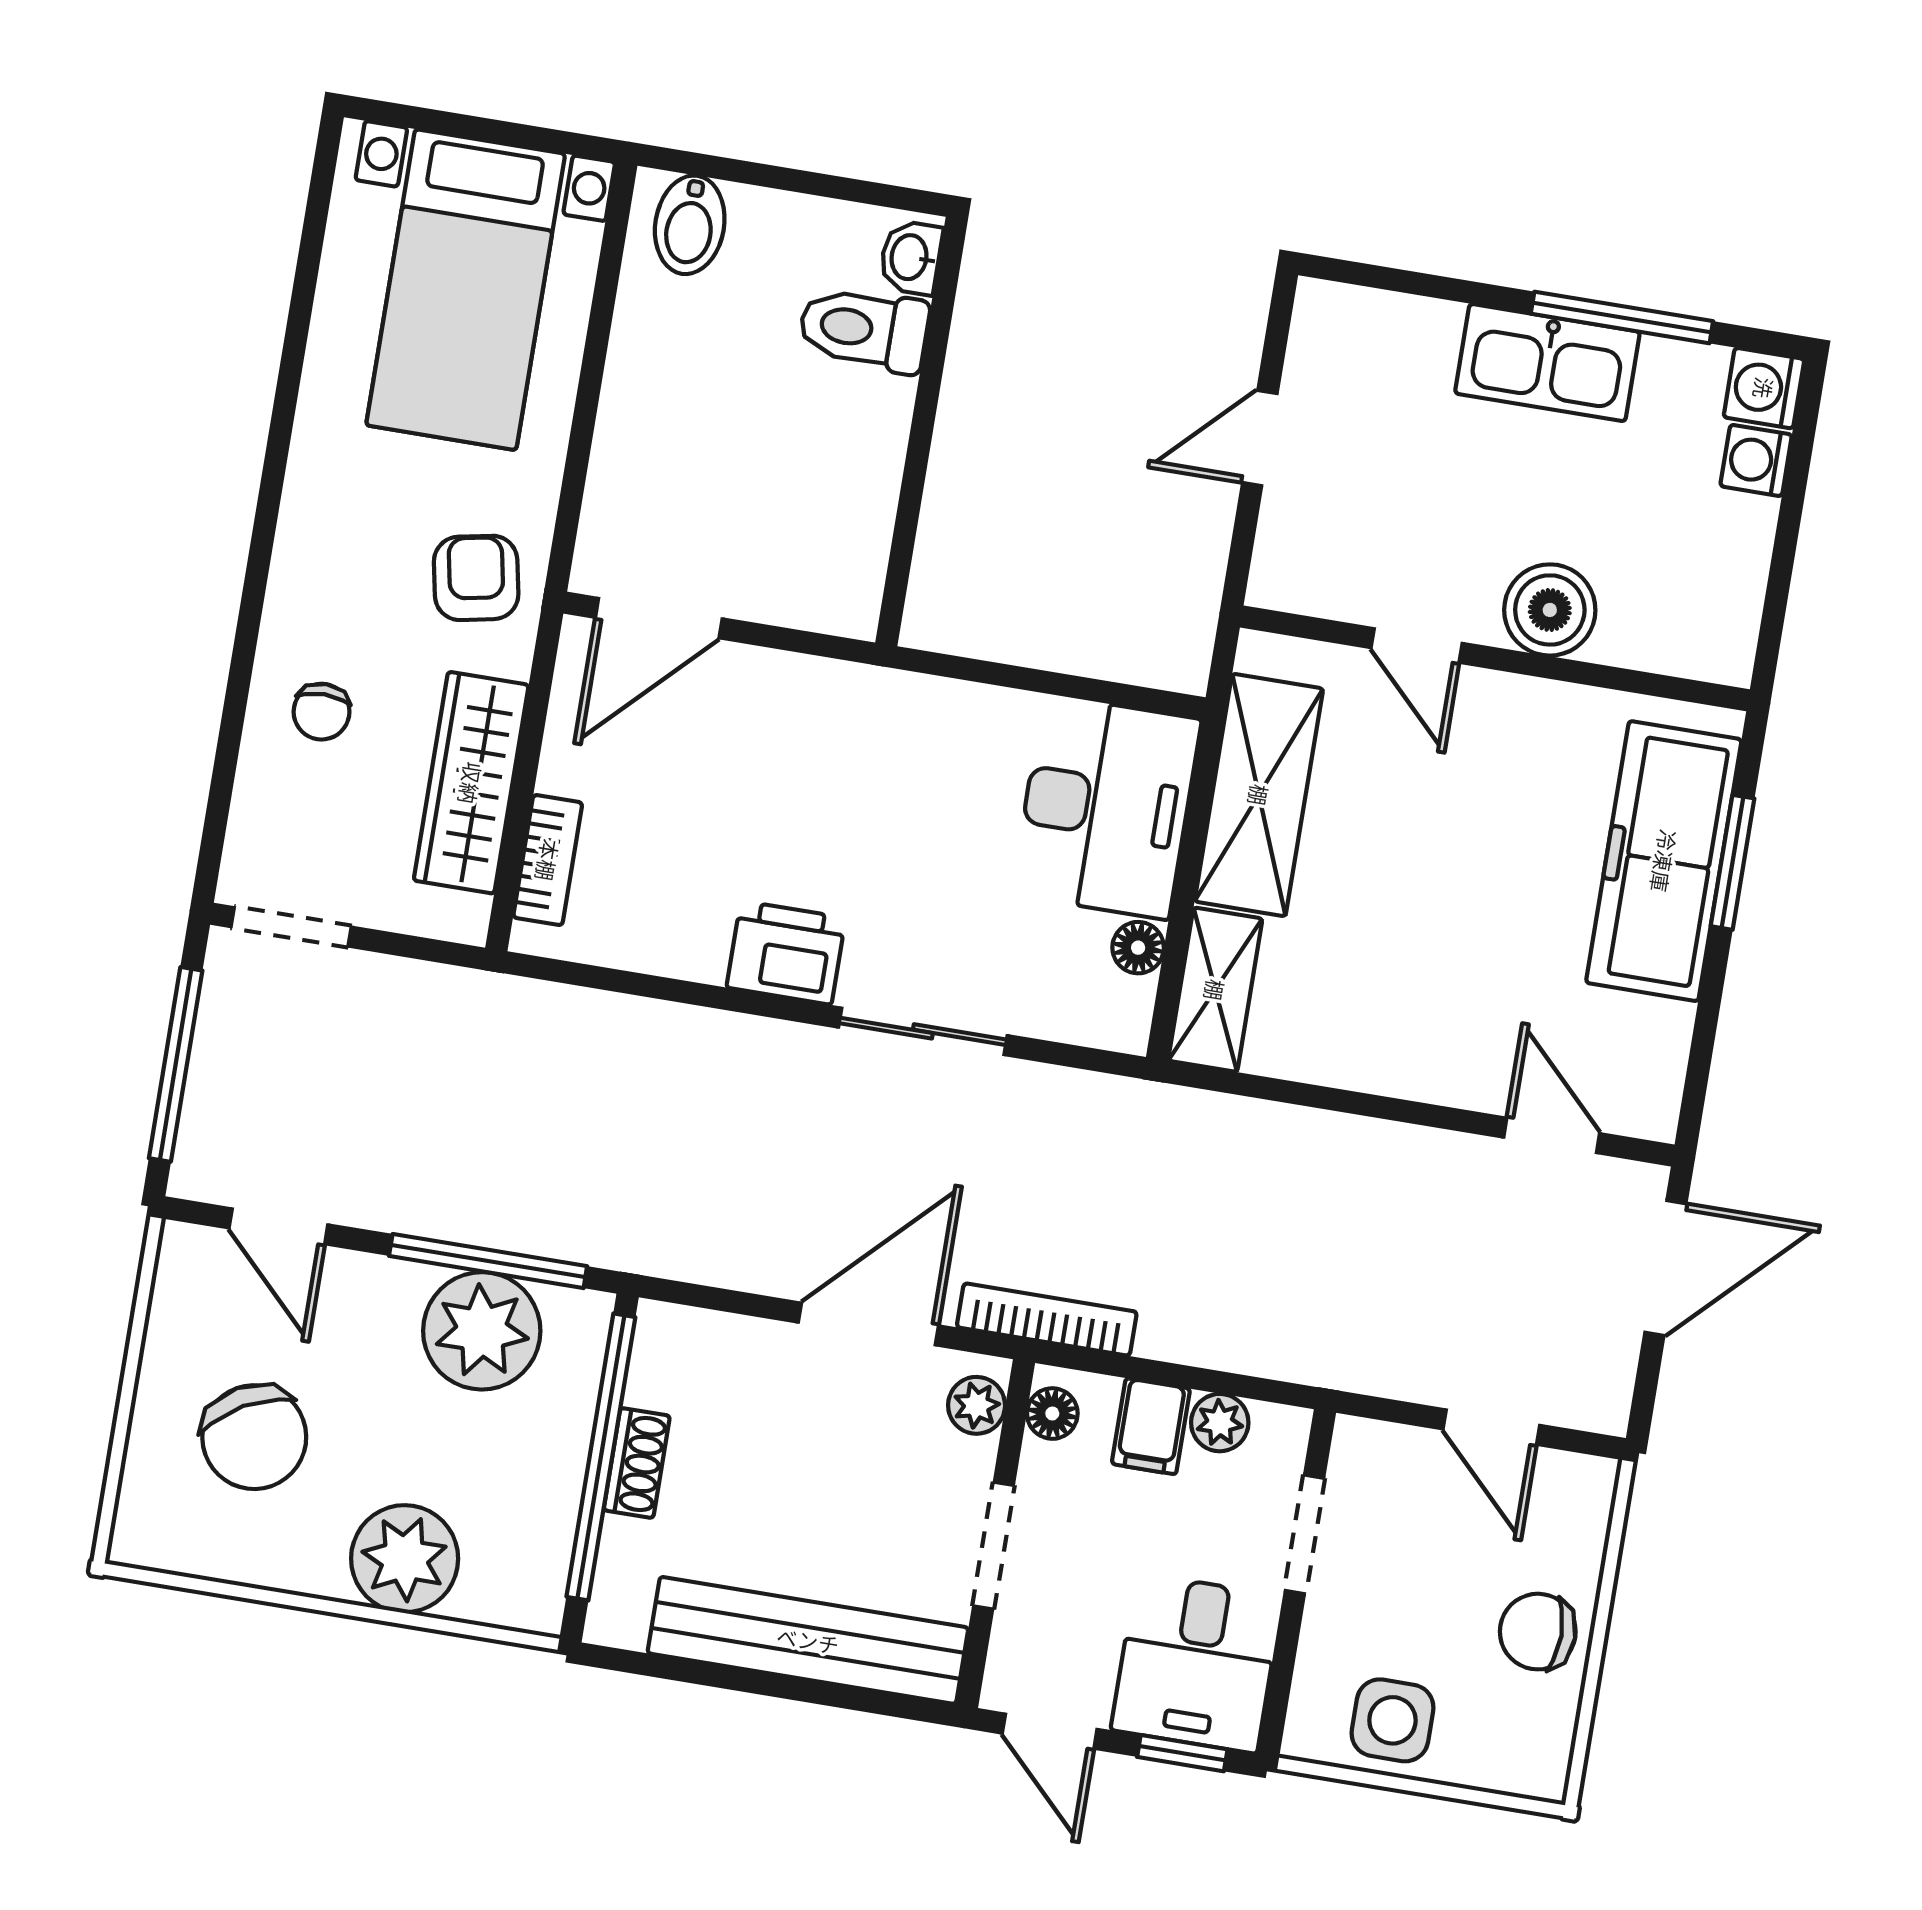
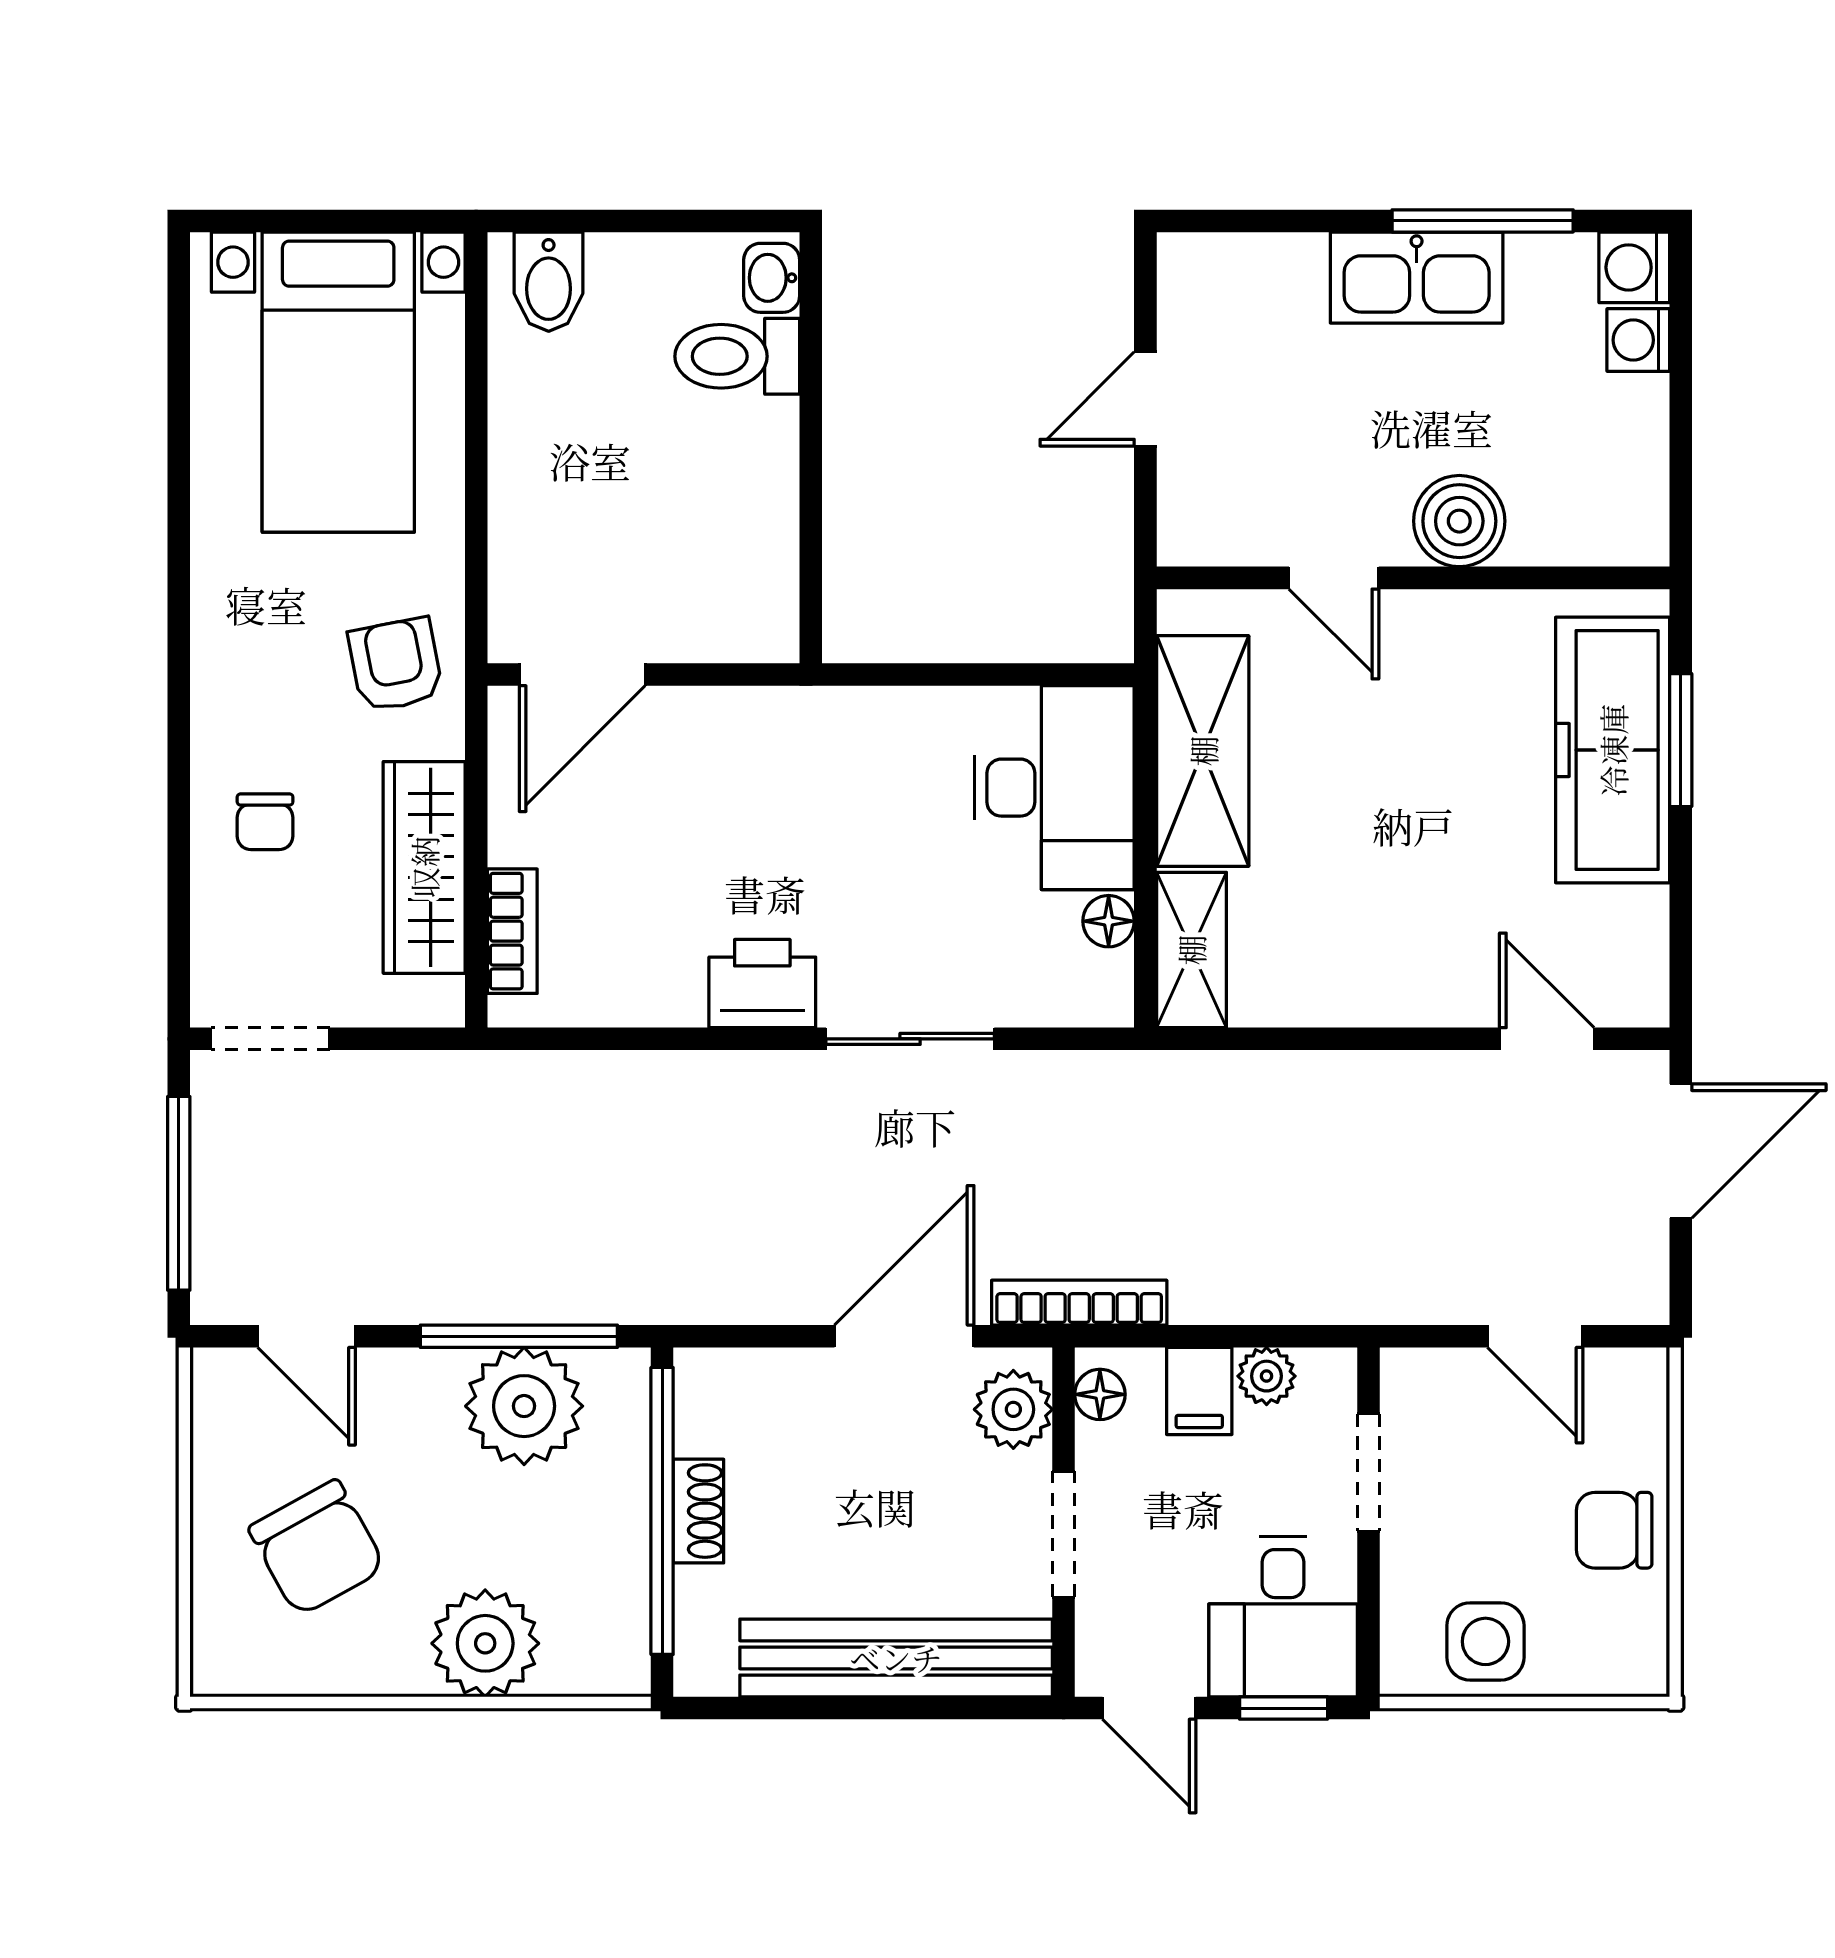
plant: (977, 1405) -> (1013, 1409), width x1.38, depth x1.38

